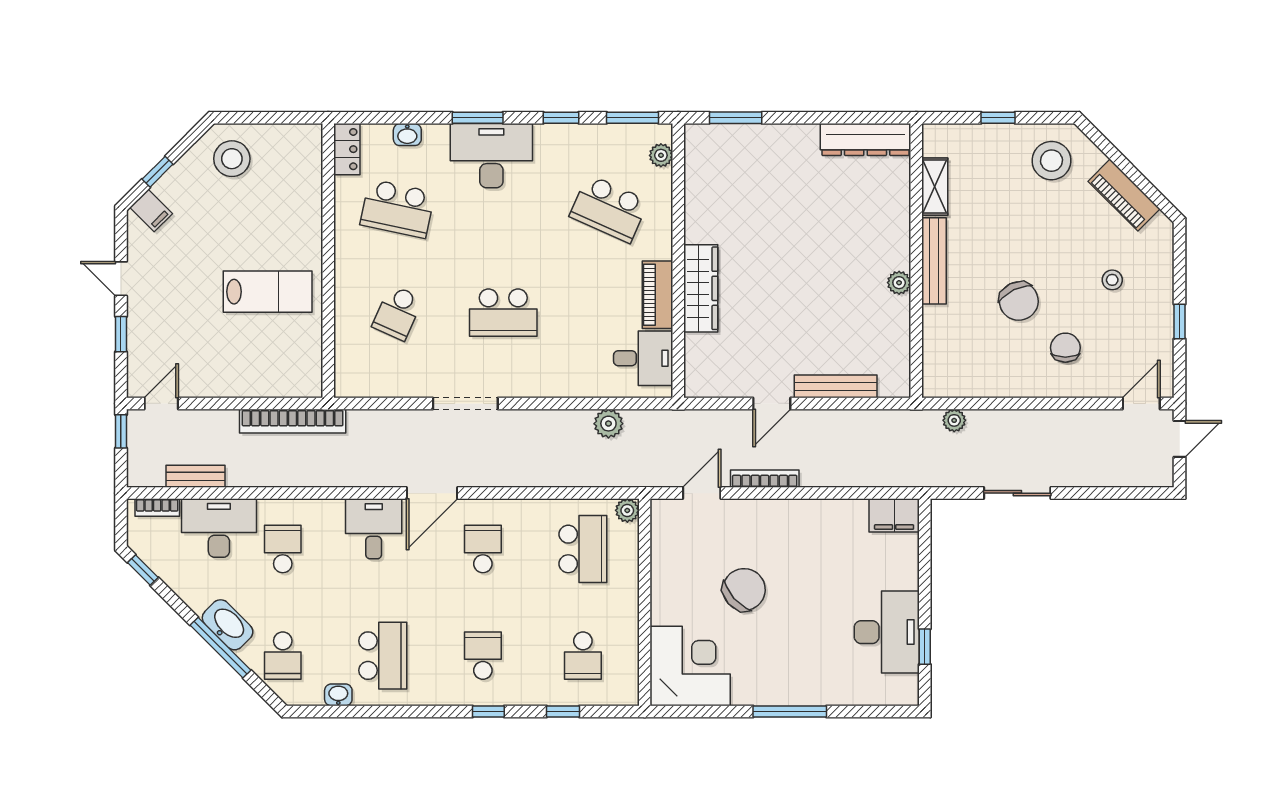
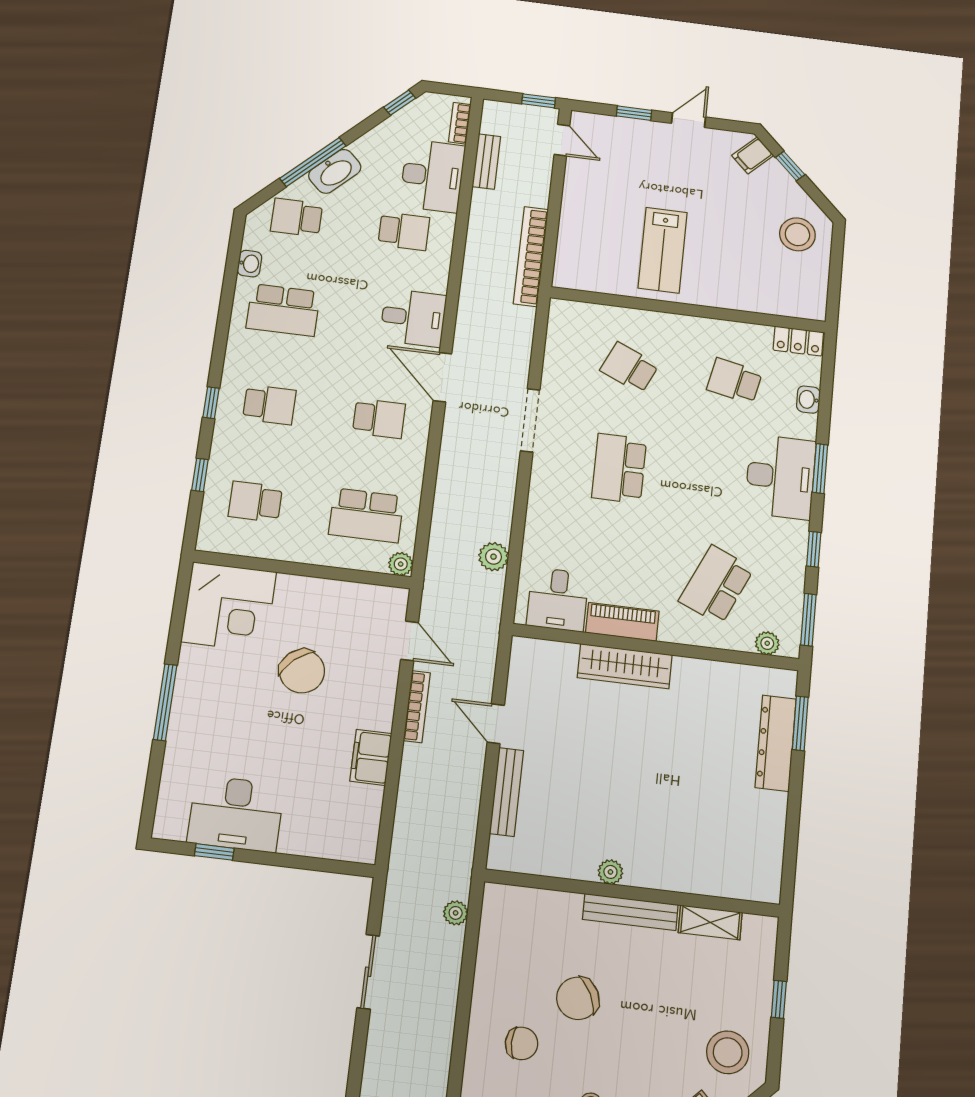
dresser: (866, 140) -> (776, 743), moved
school desk: (397, 209) -> (734, 381), width x0.54
filing cabinet: (894, 515) -> (371, 757), moved

